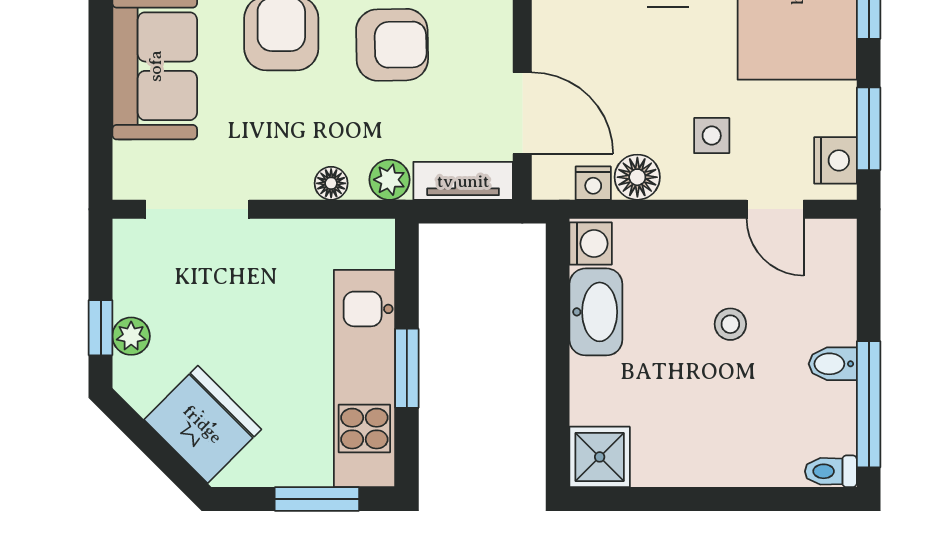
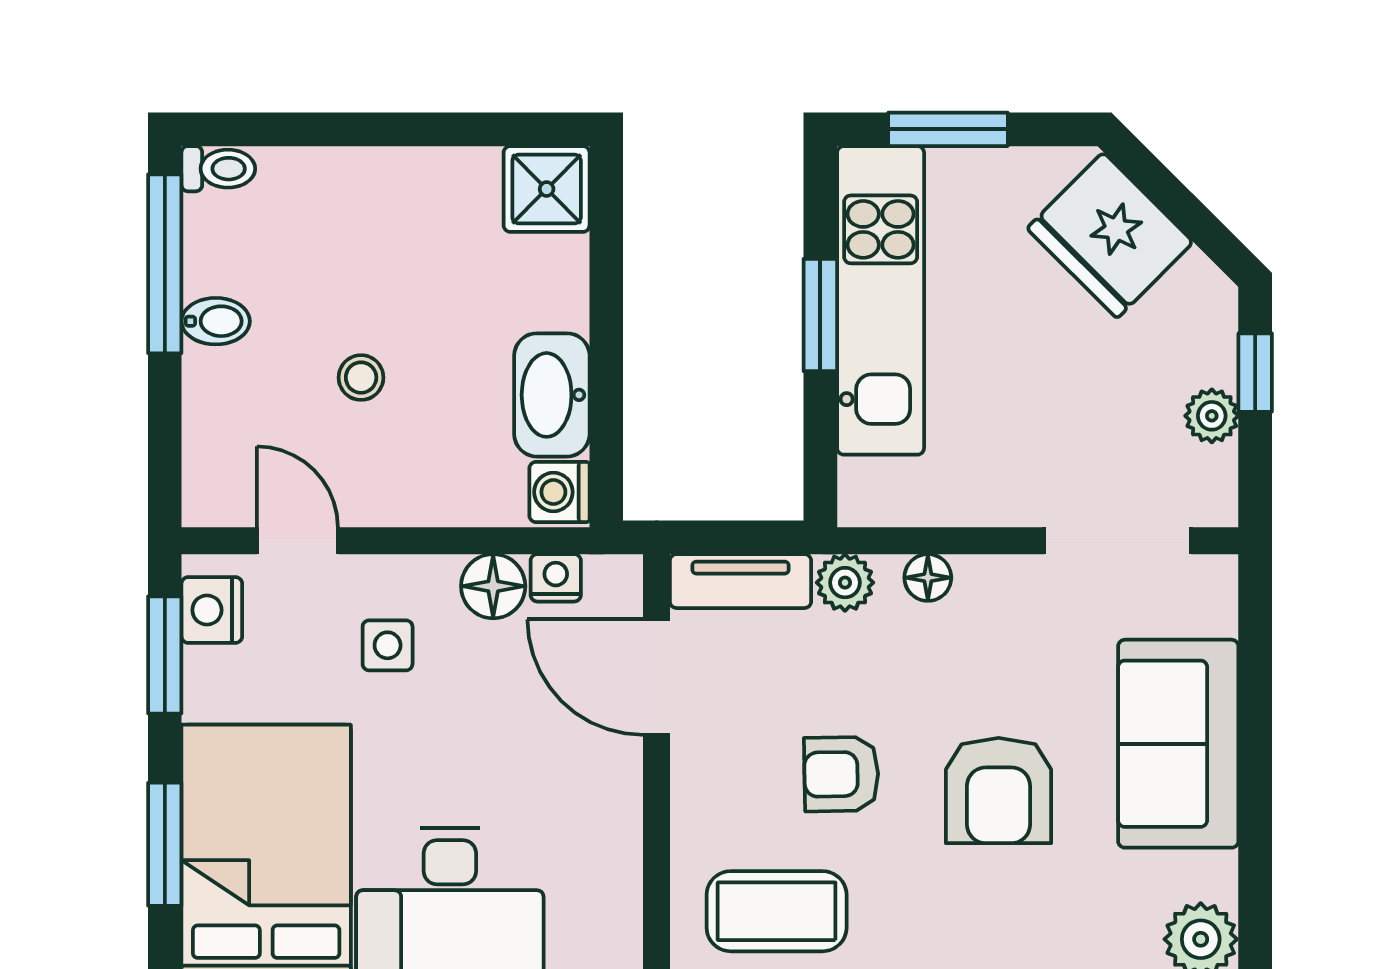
armchair: (392, 45) -> (841, 774), width x0.72, depth x0.72
plant: (131, 336) -> (1212, 416), moved

